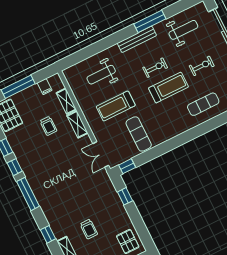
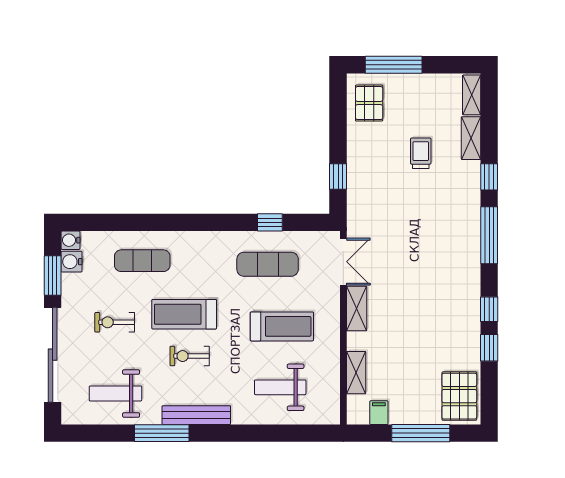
weight bench: (101, 75) -> (280, 387), turned 180
shelving: (77, 124) -> (357, 309), moved
trolley: (48, 126) -> (404, 348), removed
exercise mat: (139, 134) -> (268, 264), turned 90
window: (127, 166) -> (270, 222), moved
window: (28, 194) -> (489, 235), moved

